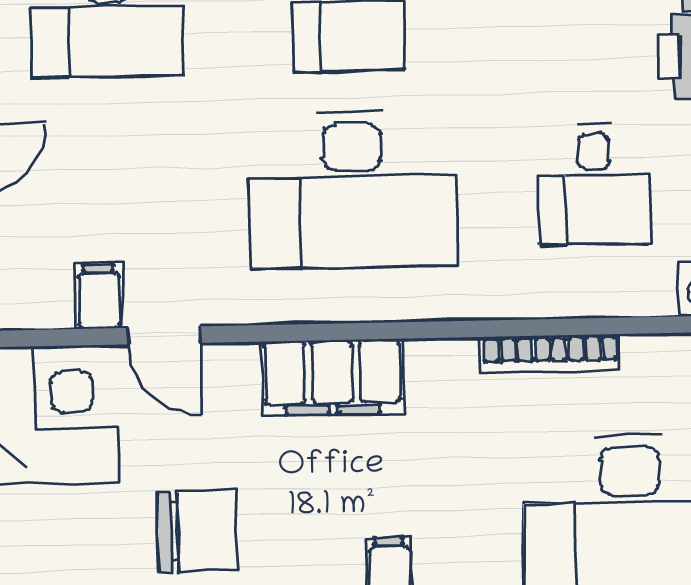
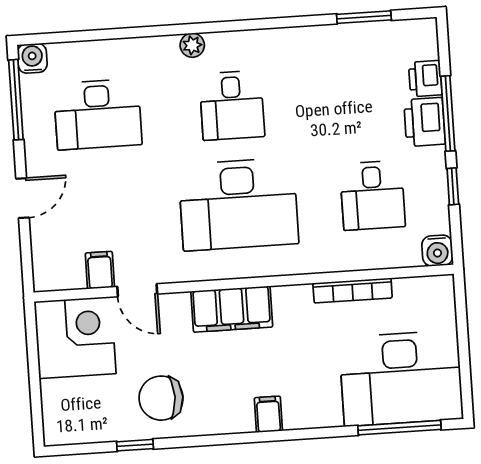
chair: (198, 531) -> (161, 398), turned 180

